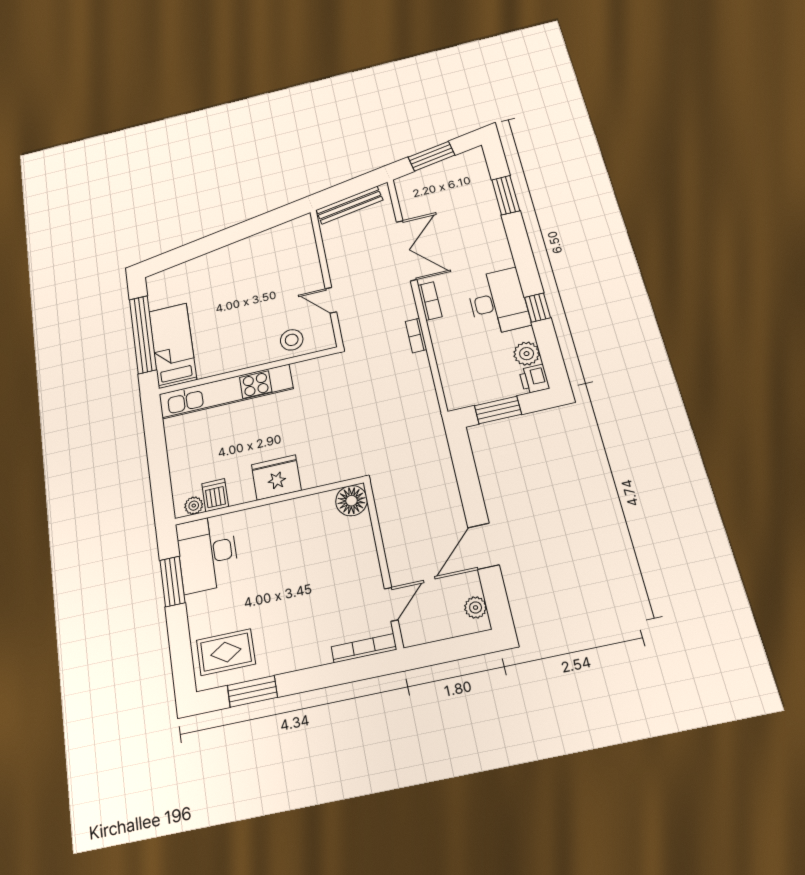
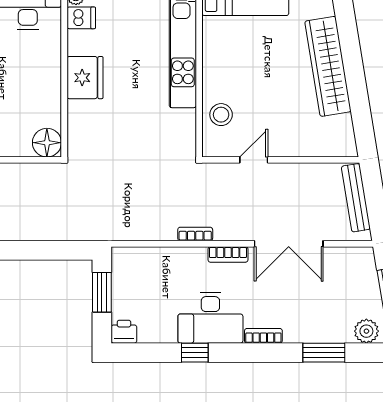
bookcase: (503, 251) -> (263, 336), added
wardrobe: (229, 258) -> (328, 66), added
plant: (527, 354) -> (366, 331), moved

